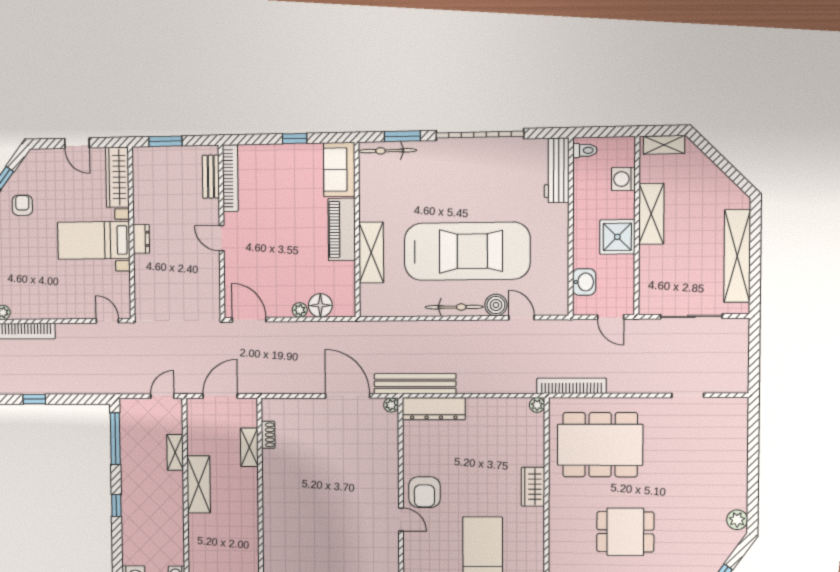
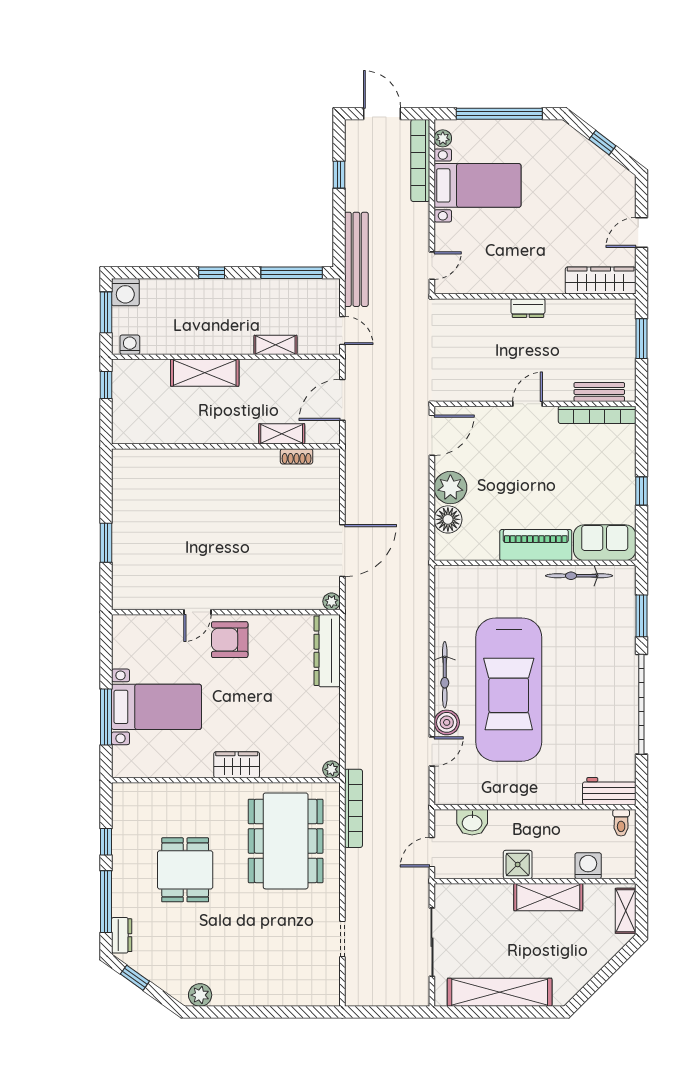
bicycle: (388, 151) -> (579, 576), moved, turned -90
workbench: (557, 170) -> (609, 791), width x0.73
armchair: (22, 205) -> (570, 165), removed
shower: (617, 237) -> (518, 865), width x0.73, depth x0.73
bed with nightstands: (94, 240) -> (477, 185), moved, turned 90
shelving: (371, 253) -> (509, 579), removed
plant: (300, 310) -> (450, 488), width x1.88, depth x1.88
bench: (415, 384) -> (356, 259), moved
door: (220, 396) -> (342, 400), swing flipped
shelving: (199, 484) -> (205, 373), moved

